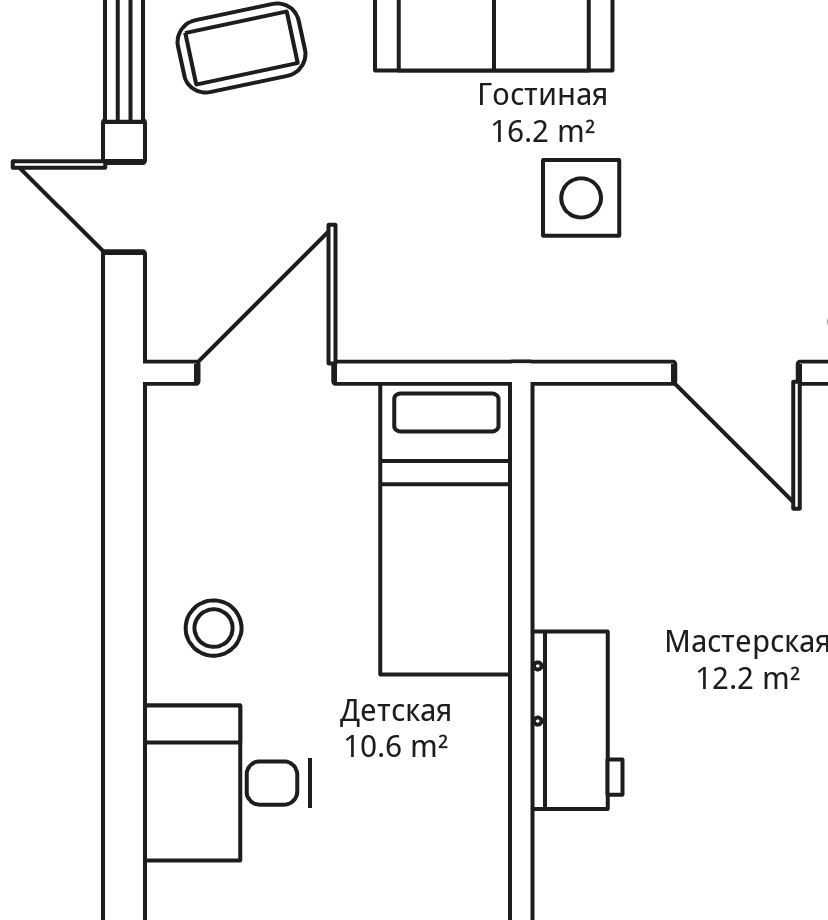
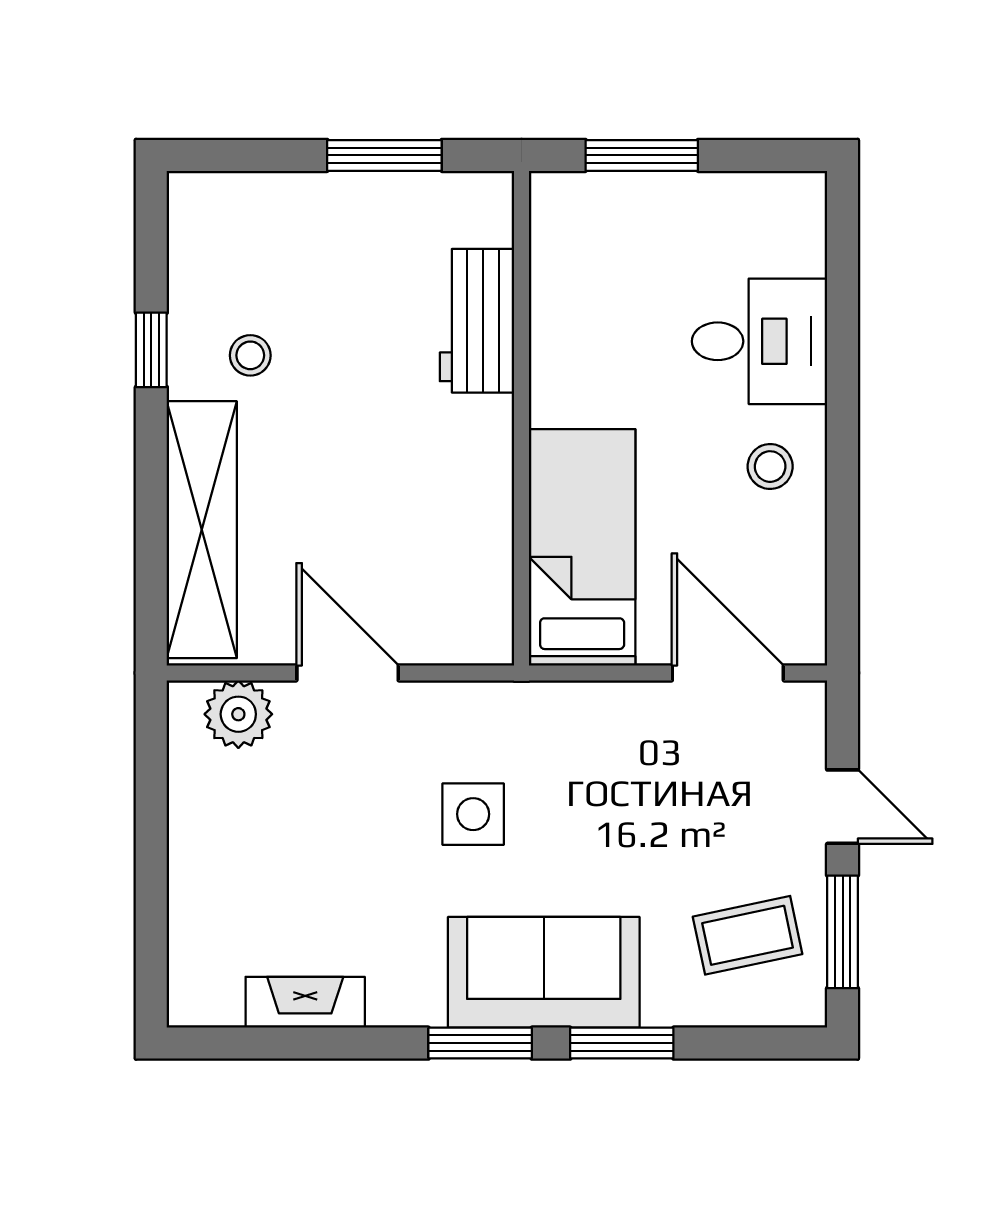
door: (266, 373) -> (728, 673), swing flipped
workbench: (576, 720) -> (477, 321), moved

